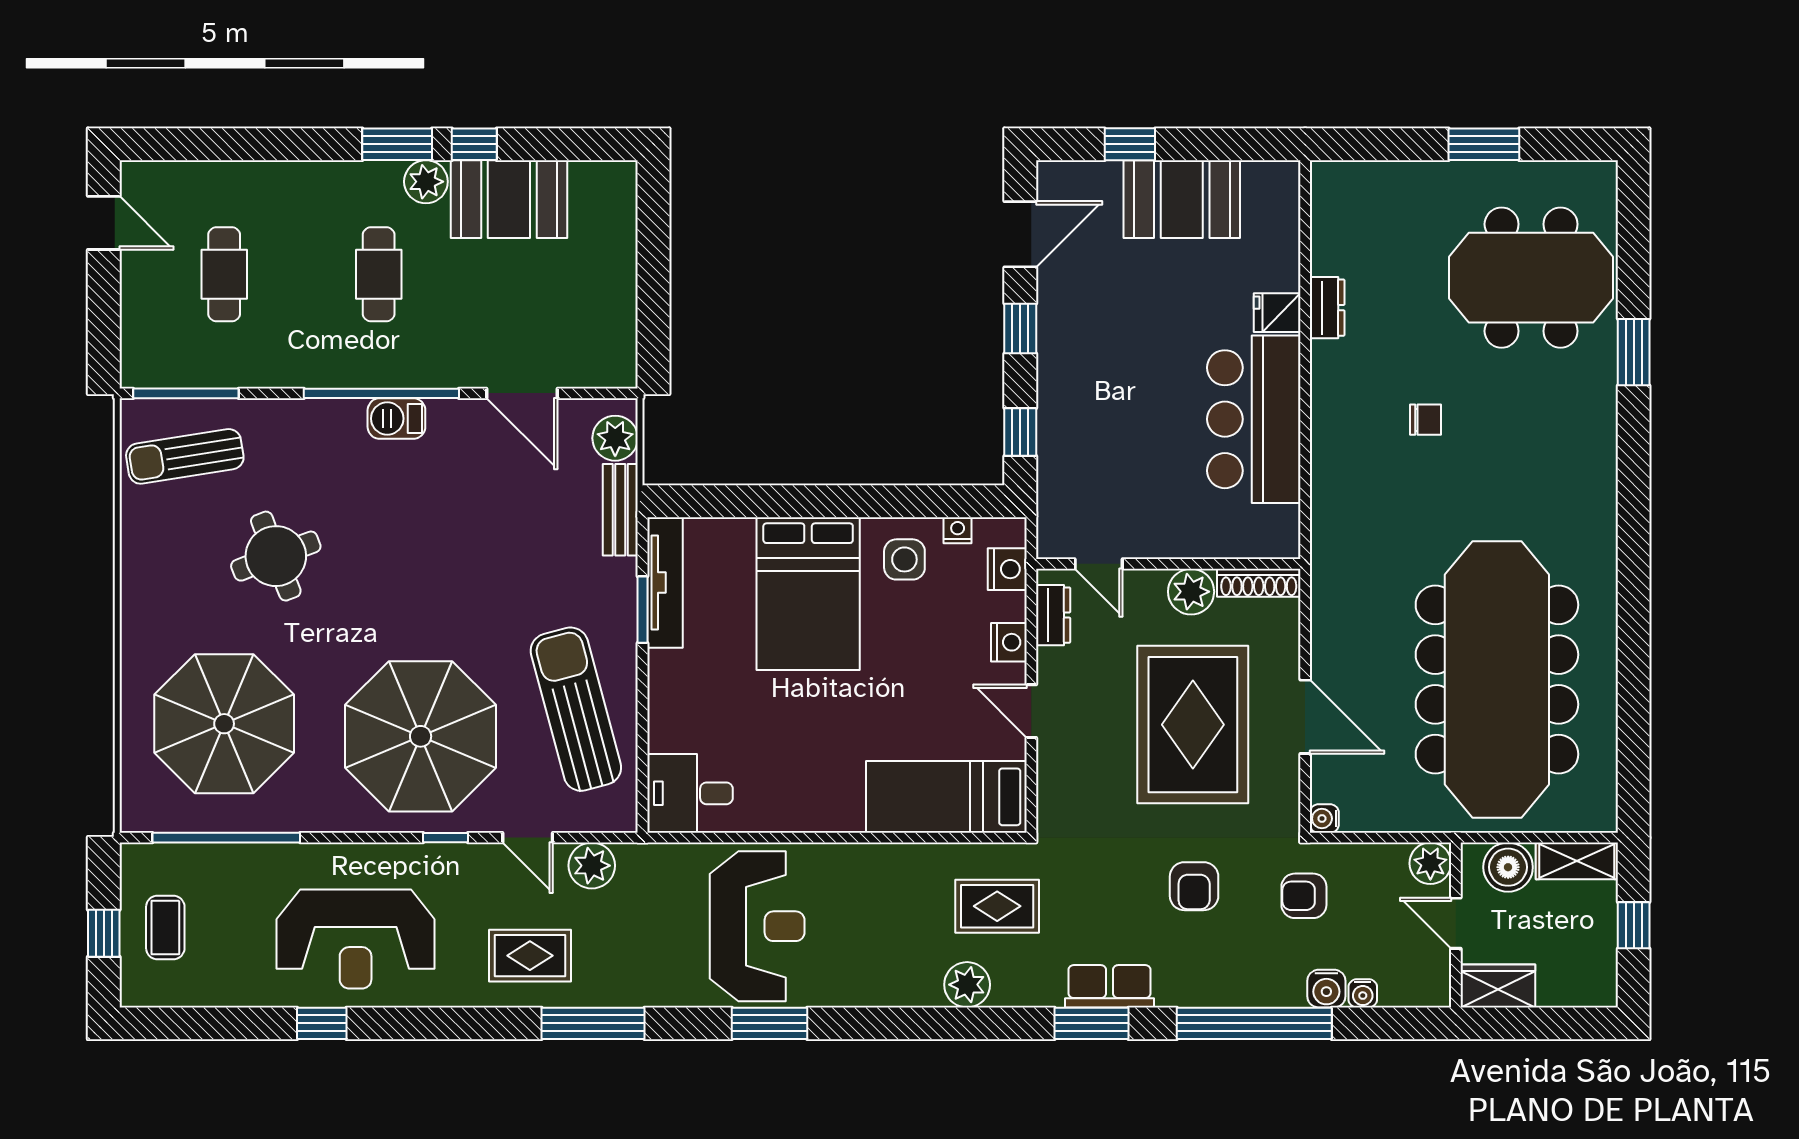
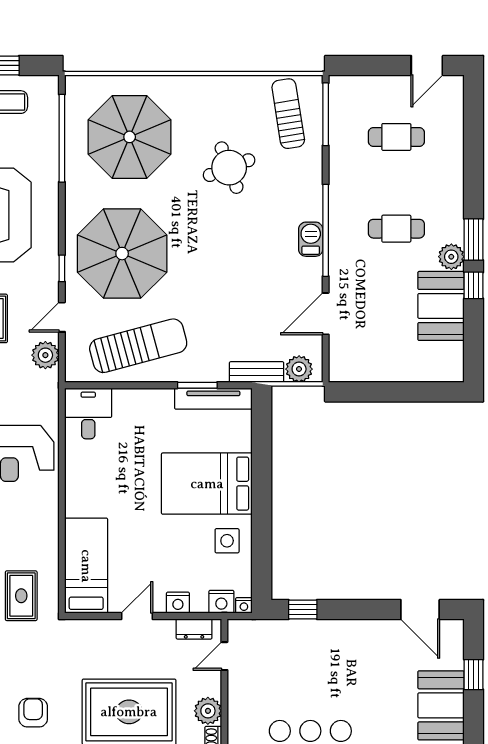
window: (1020, 328) -> (364, 609), removed
nightstand: (958, 530) -> (244, 605), moved, turned 90
armchair: (1194, 886) -> (33, 713), turned 90

